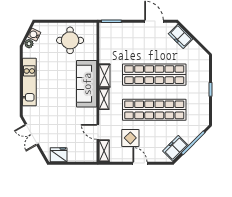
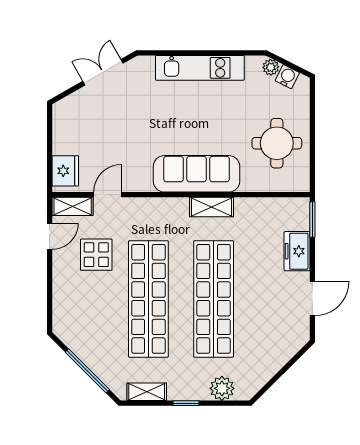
freezer: (181, 36) -> (297, 251), moved, turned -45
plant: (203, 70) -> (222, 388), added
shelving: (104, 99) -> (147, 392), moved
freezer: (176, 148) -> (77, 338), removed
fridge: (59, 155) -> (65, 171), moved
door: (140, 163) -> (50, 236), moved

